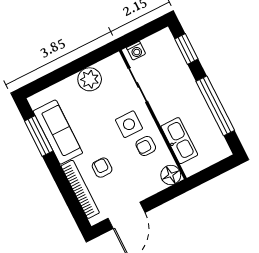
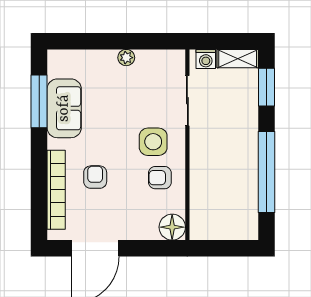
shelving: (157, 40) -> (238, 59), added
plant: (90, 79) -> (126, 58), width x0.53, depth x0.53
sofa: (58, 132) -> (64, 108), width x0.73
kitchen sink: (179, 141) -> (203, 191), removed

